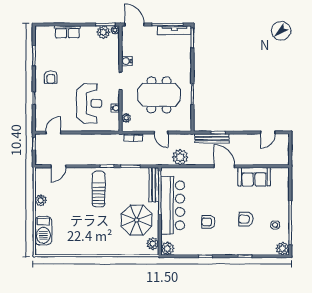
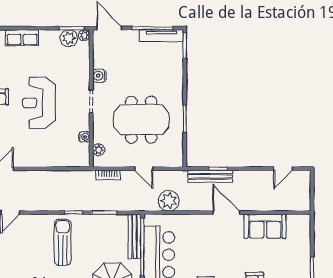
reception desk: (89, 103) -> (39, 103), moved, turned 180

